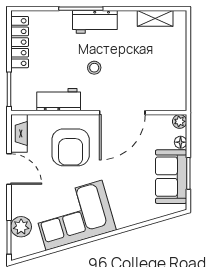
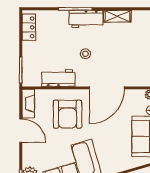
shelving: (155, 18) -> (117, 16), moved
locker: (20, 42) -> (29, 27), width x0.66

